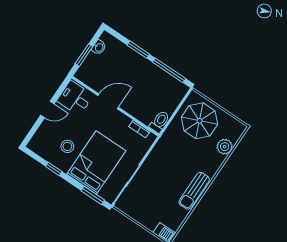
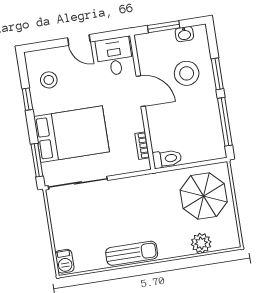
stool: (122, 67) -> (187, 73), added
stool: (67, 146) -> (49, 80), moved
sun lounger: (194, 191) -> (132, 253), turned 180

